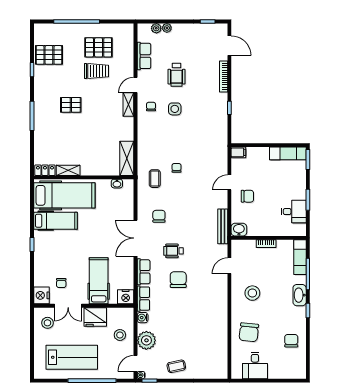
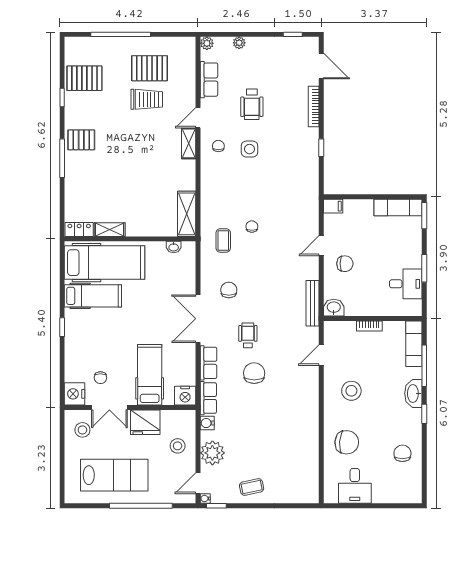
plant: (156, 28) -> (207, 43), moved
pallet: (71, 105) -> (81, 140), moved
wheelchair: (173, 251) -> (248, 335), turned 90
chair: (249, 332) -> (347, 442), turned -92

